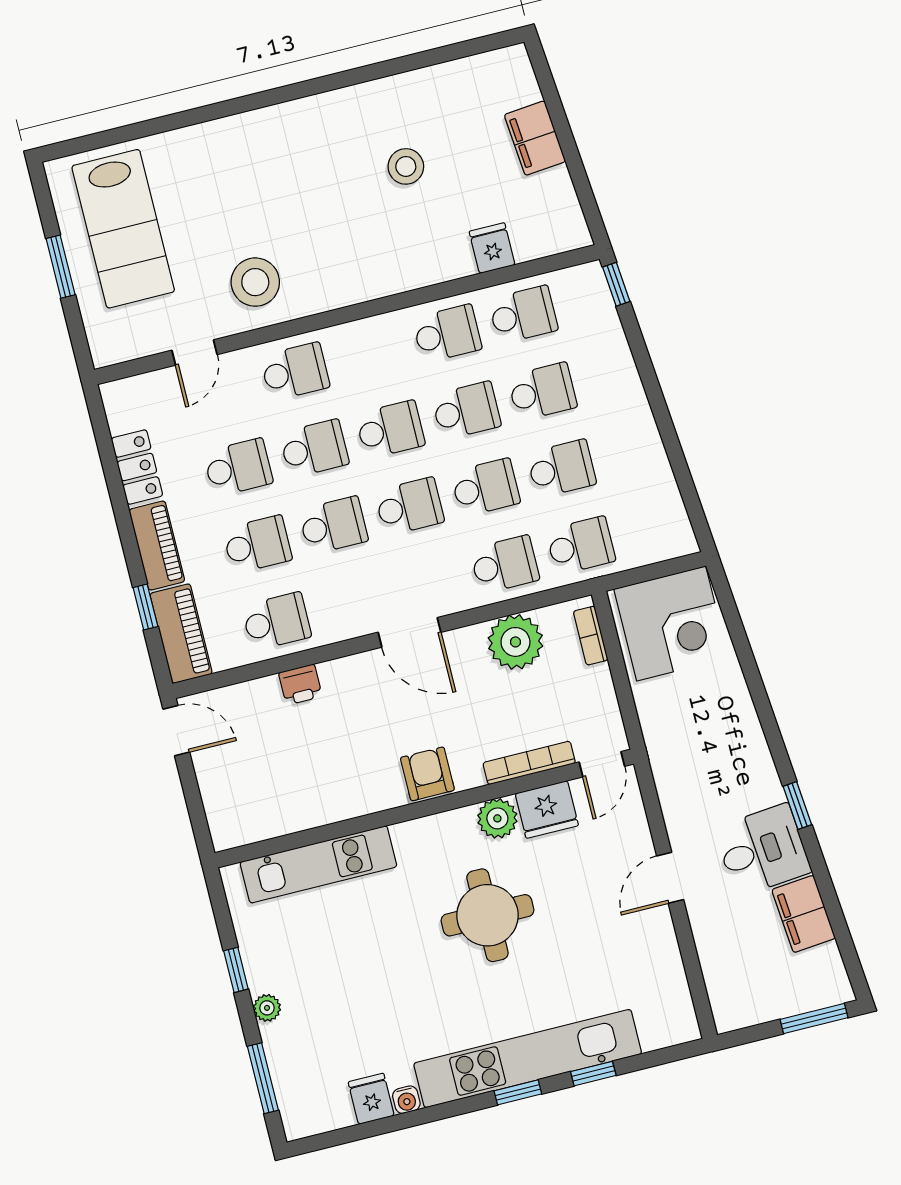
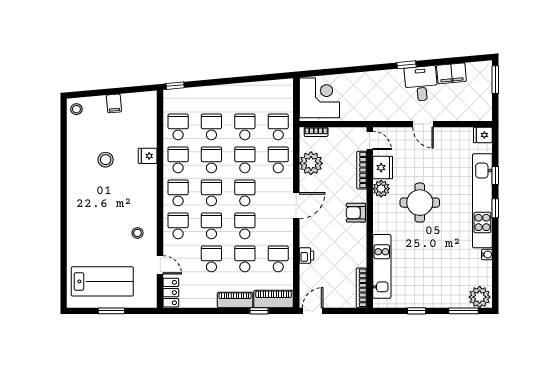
stool: (505, 70) -> (76, 109), added
filing cabinet: (535, 138) -> (114, 103), width x0.50
fridge: (492, 248) -> (148, 156), moved
stool: (255, 282) -> (137, 233), width x0.53, depth x0.53
school desk: (371, 353) -> (178, 193), added
locker: (137, 467) -> (171, 293), moved, turned 90
bookcase: (258, 830) -> (362, 288), added
plant: (267, 1008) -> (480, 297), moved, width x1.88, depth x1.88
fridge: (371, 1099) -> (483, 135), moved

